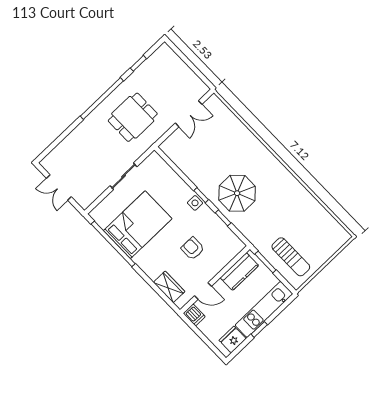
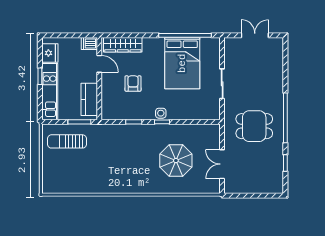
dining table: (133, 117) -> (254, 126), turned 90
parasol: (237, 193) -> (176, 161), moved
armchair: (193, 248) -> (133, 83), turned -90
wardrobe: (169, 287) -> (123, 45), width x1.50
door: (203, 291) -> (99, 64), swing flipped

